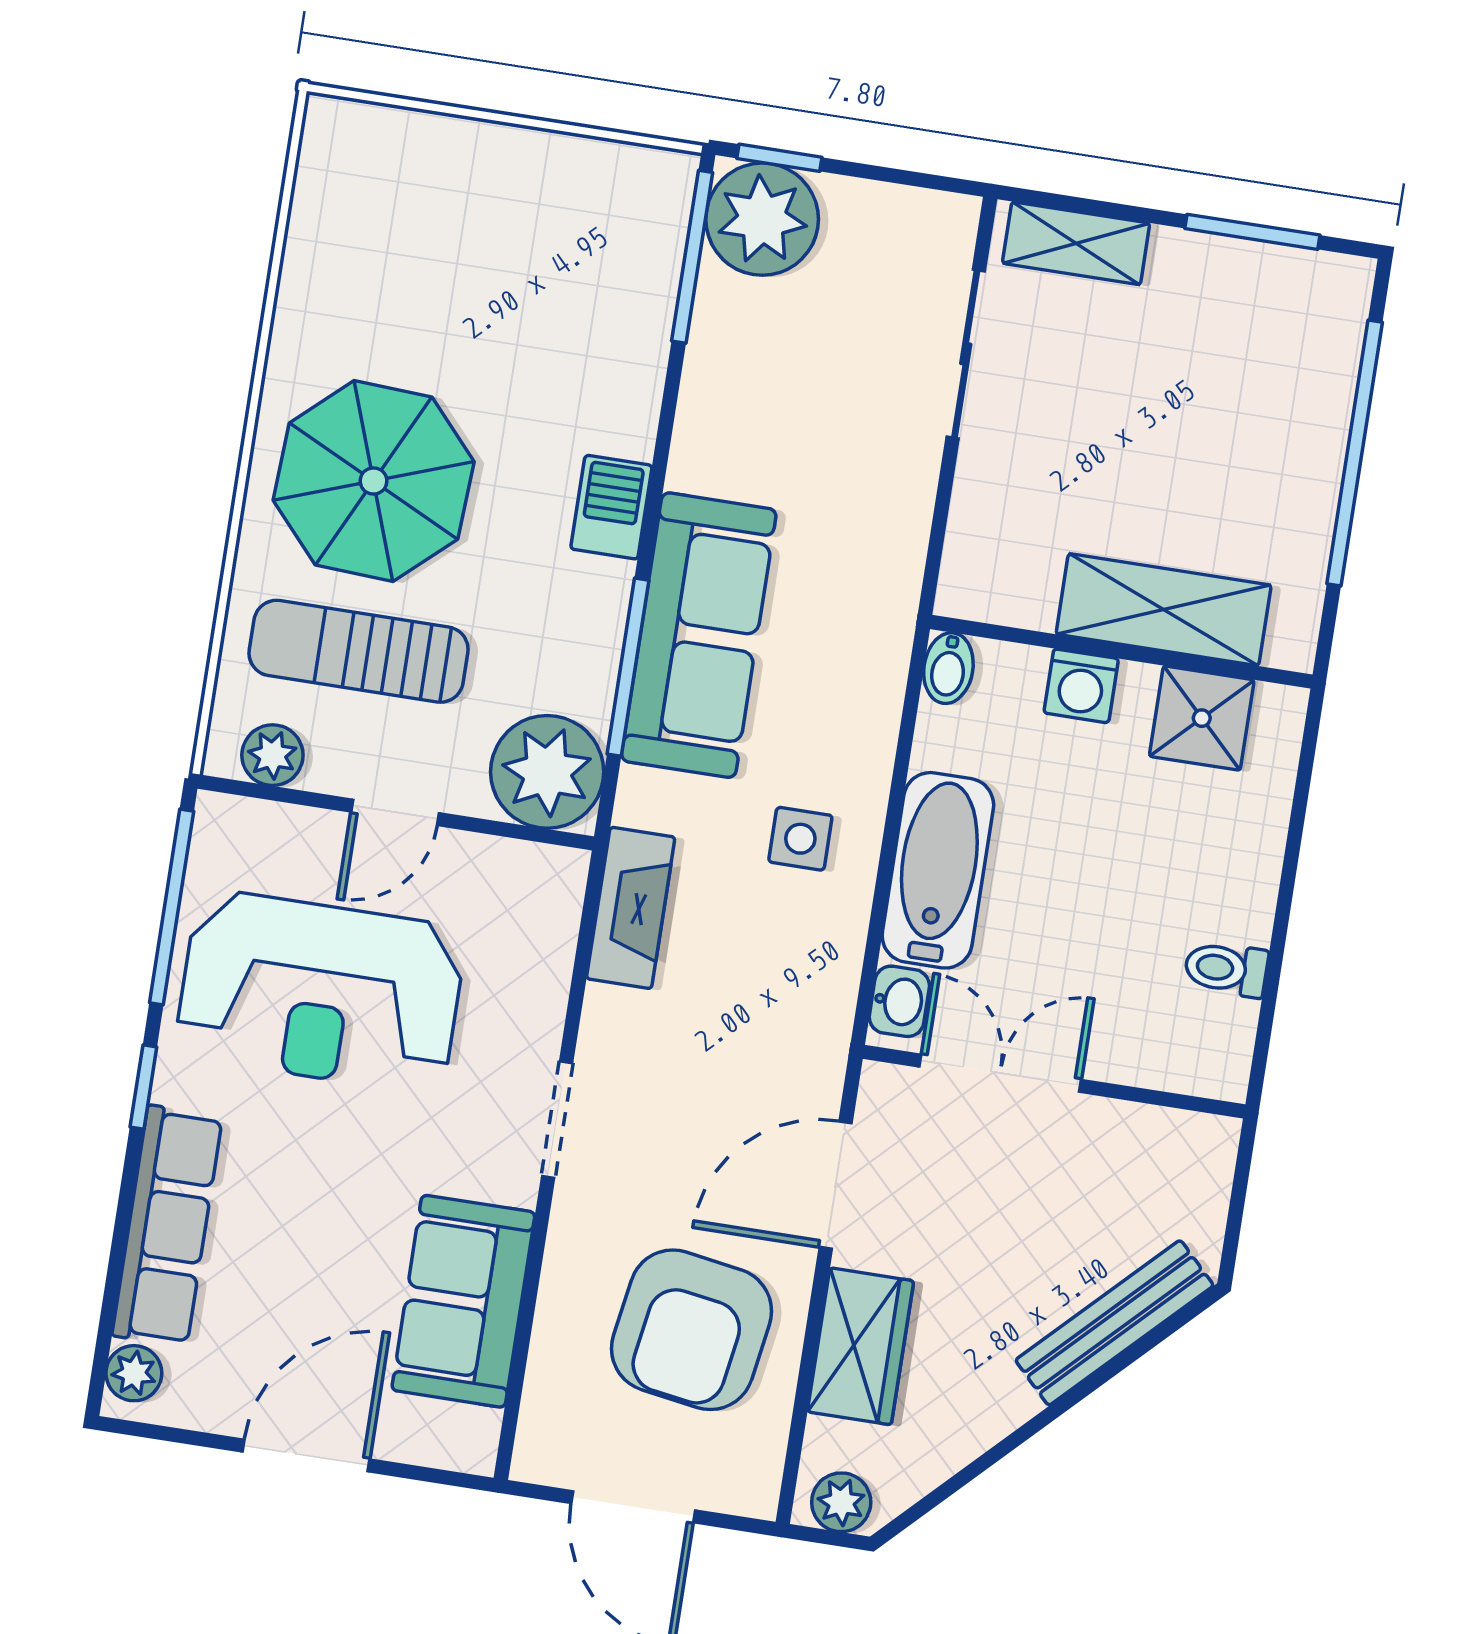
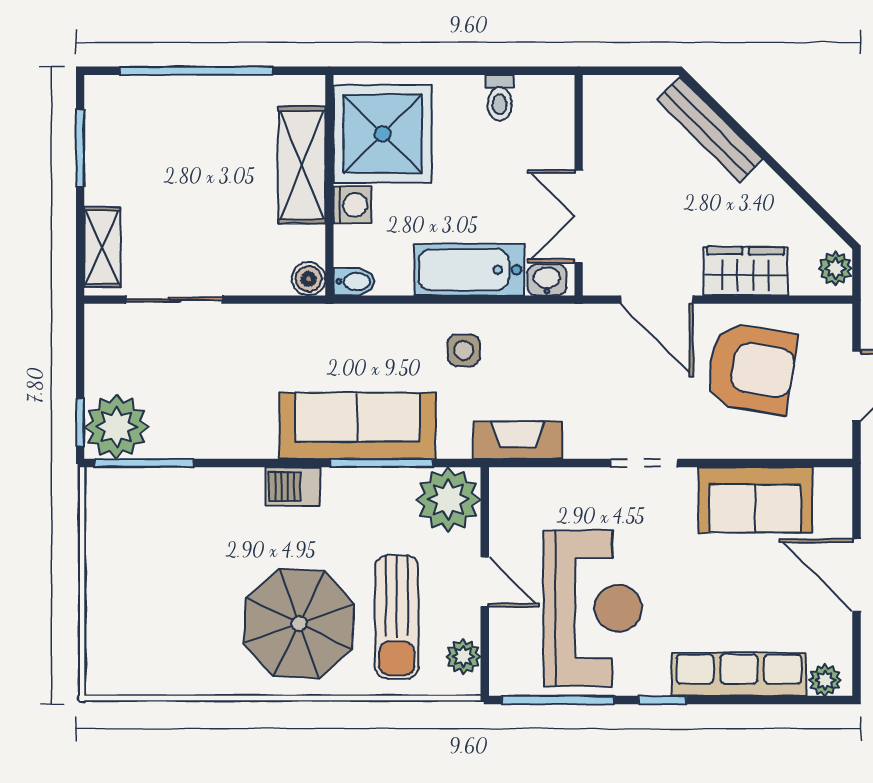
boiler: (966, 591) -> (309, 279), added
shower: (1202, 718) -> (383, 134), width x1.86, depth x1.86

